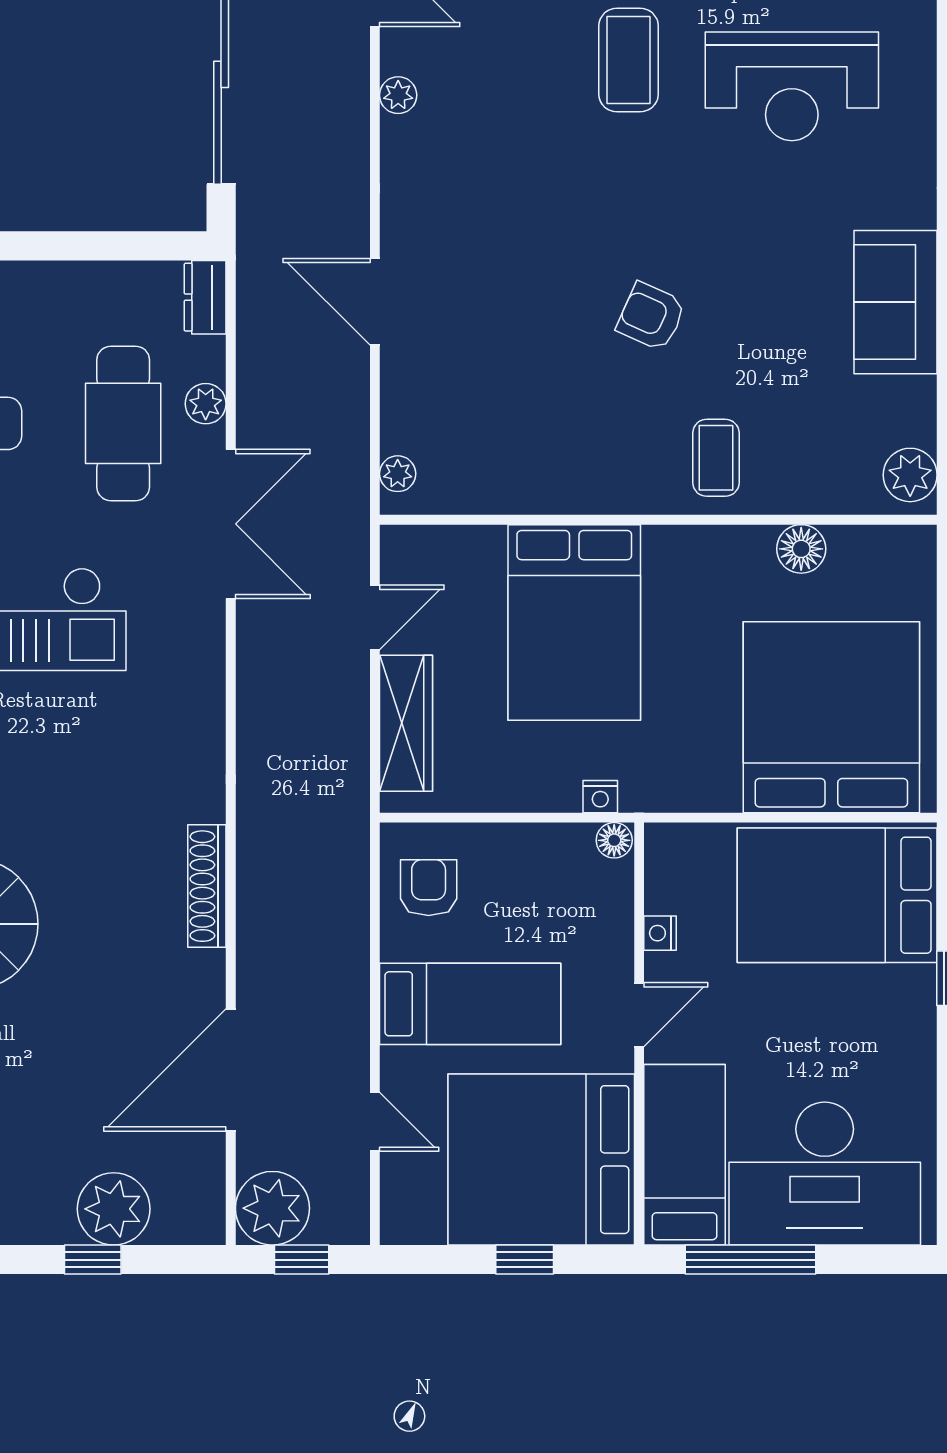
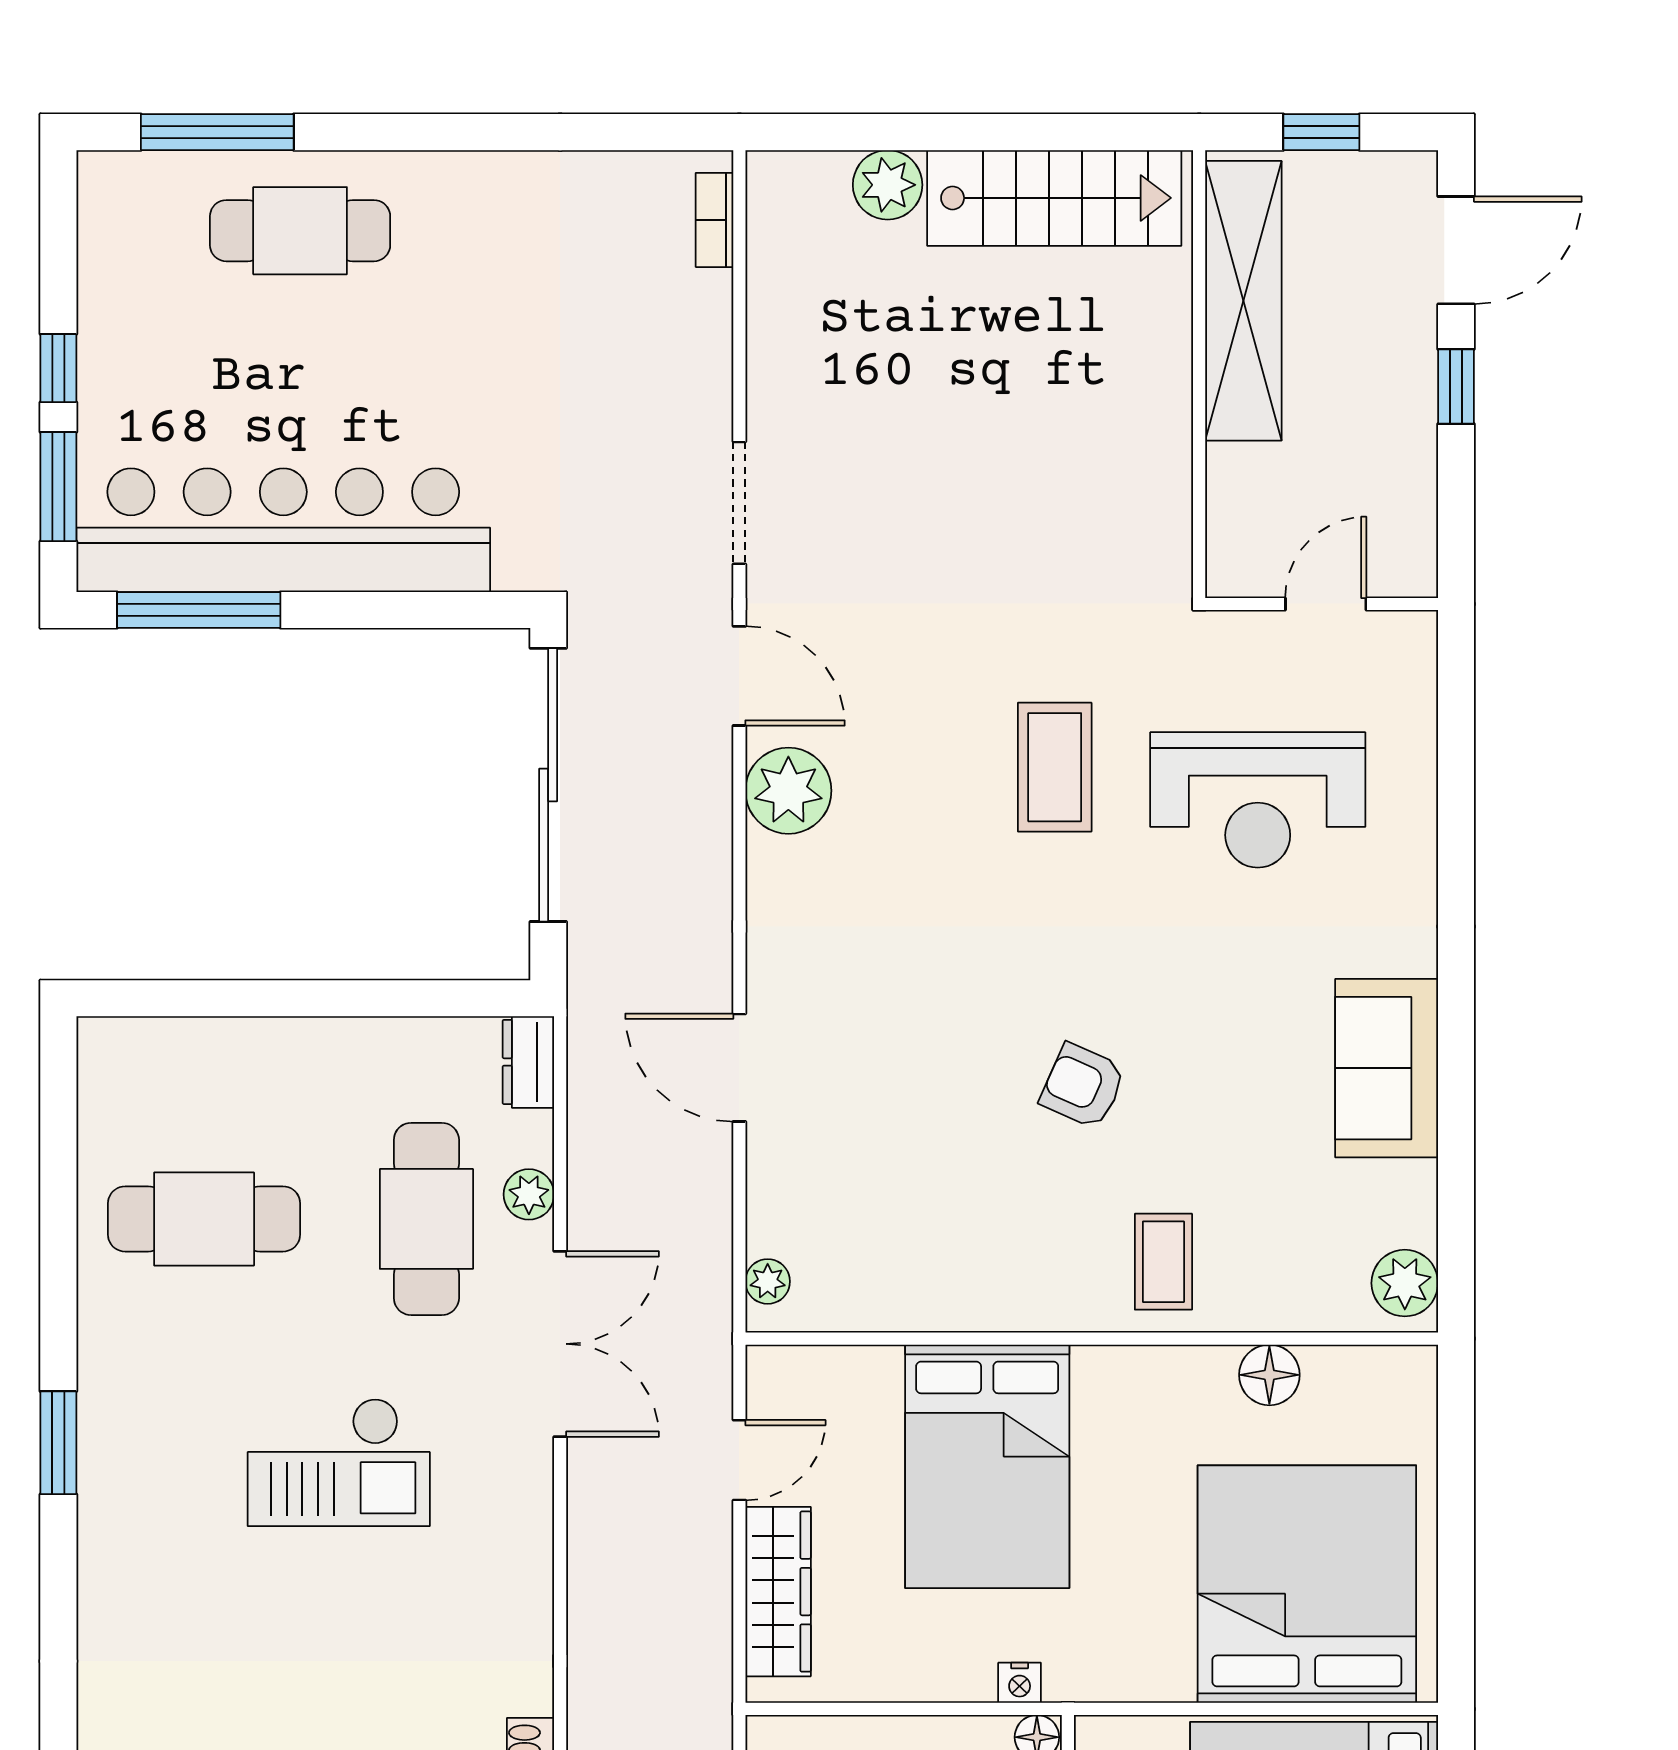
plant: (398, 95) -> (788, 791), width x1.88, depth x1.88

